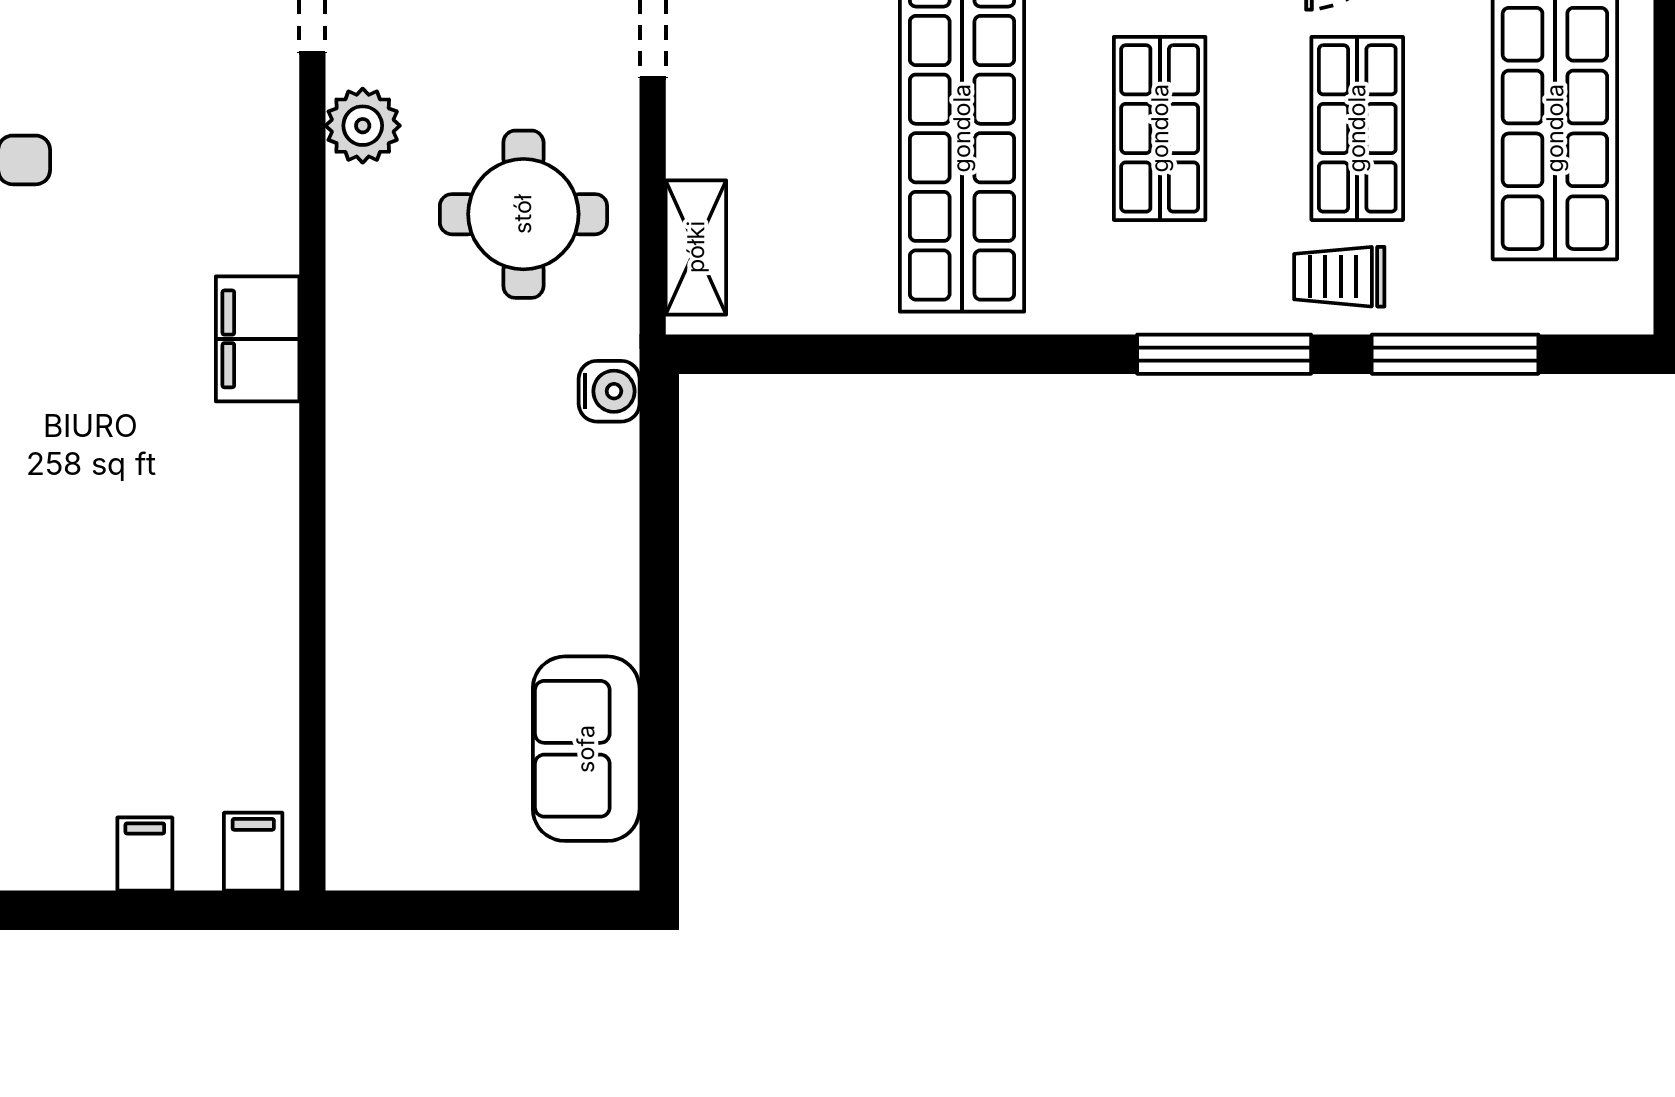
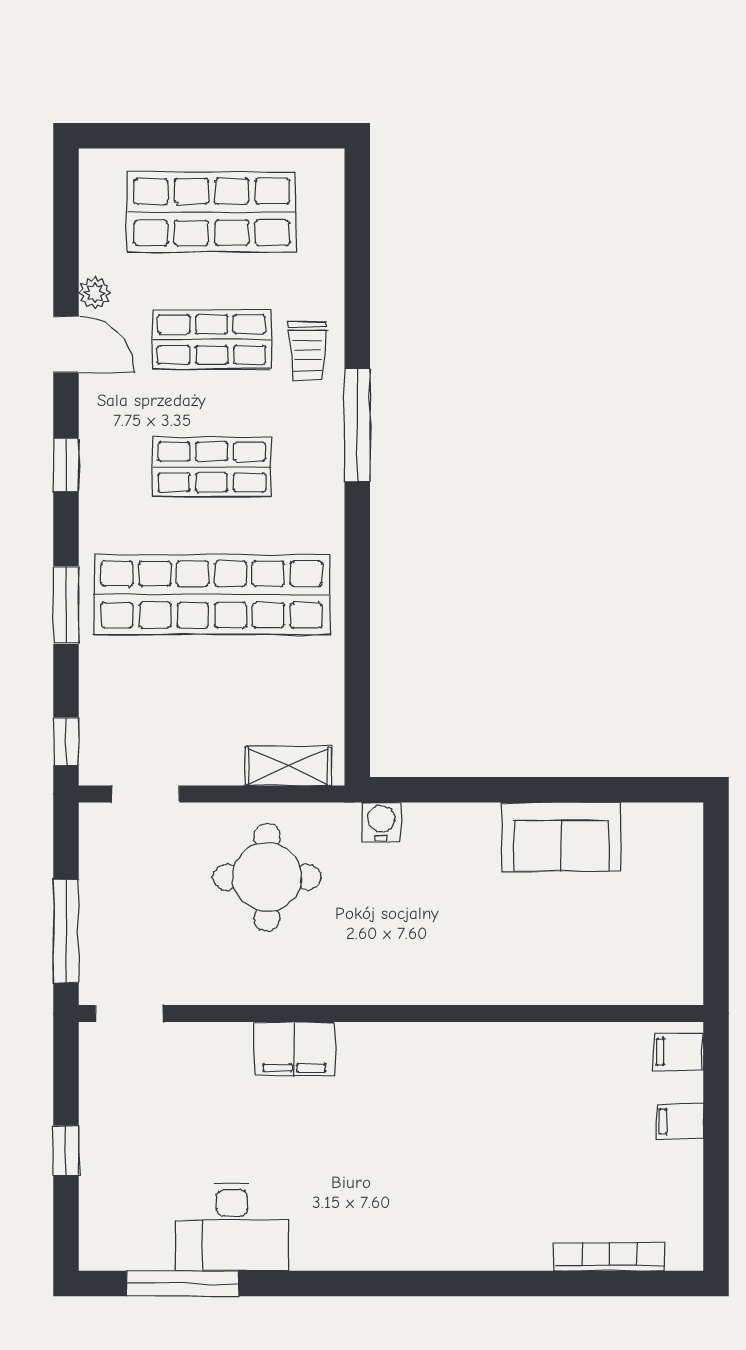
plant: (363, 126) -> (210, 981), removed
filing cabinet: (258, 339) -> (294, 1049), moved
window: (1455, 354) -> (357, 276), removed
sofa: (586, 749) -> (561, 837), moved

